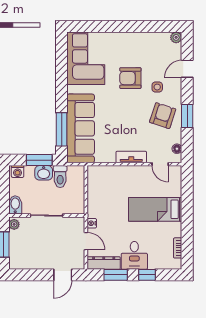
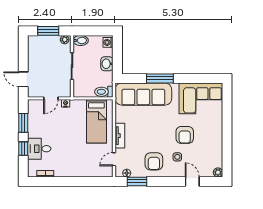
armchair: (130, 78) -> (185, 135), turned 180
armchair: (163, 116) -> (154, 161), turned 72
window: (187, 116) -> (137, 181), moved
window: (62, 129) -> (160, 78), moved
window: (39, 160) -> (117, 60), removed
toilet: (60, 177) -> (104, 92), moved
bed: (155, 209) -> (96, 121), moved, turned 180
desk: (134, 255) -> (39, 149), moved
dresser: (104, 263) -> (33, 113), removed

